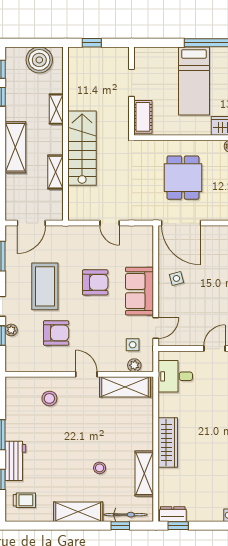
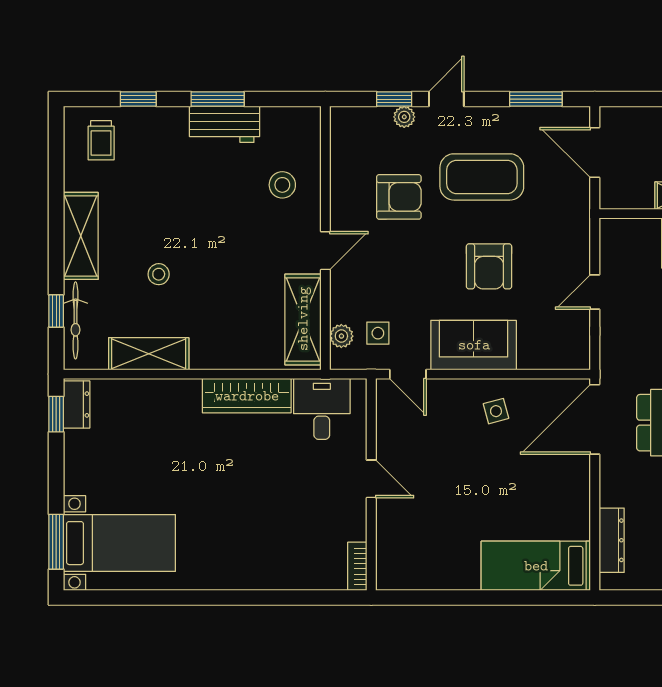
armchair: (56, 333) -> (399, 197), turned -90
wardrobe: (168, 443) -> (247, 396), moved
workbench: (15, 461) -> (225, 124), moved

